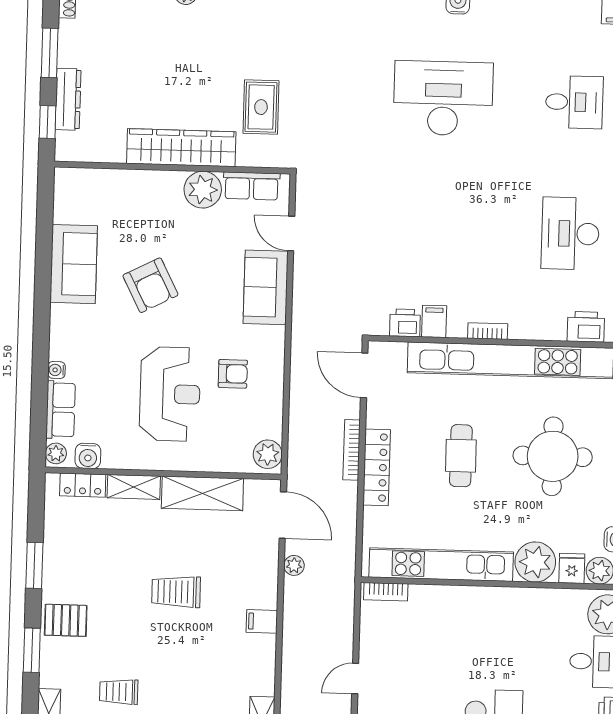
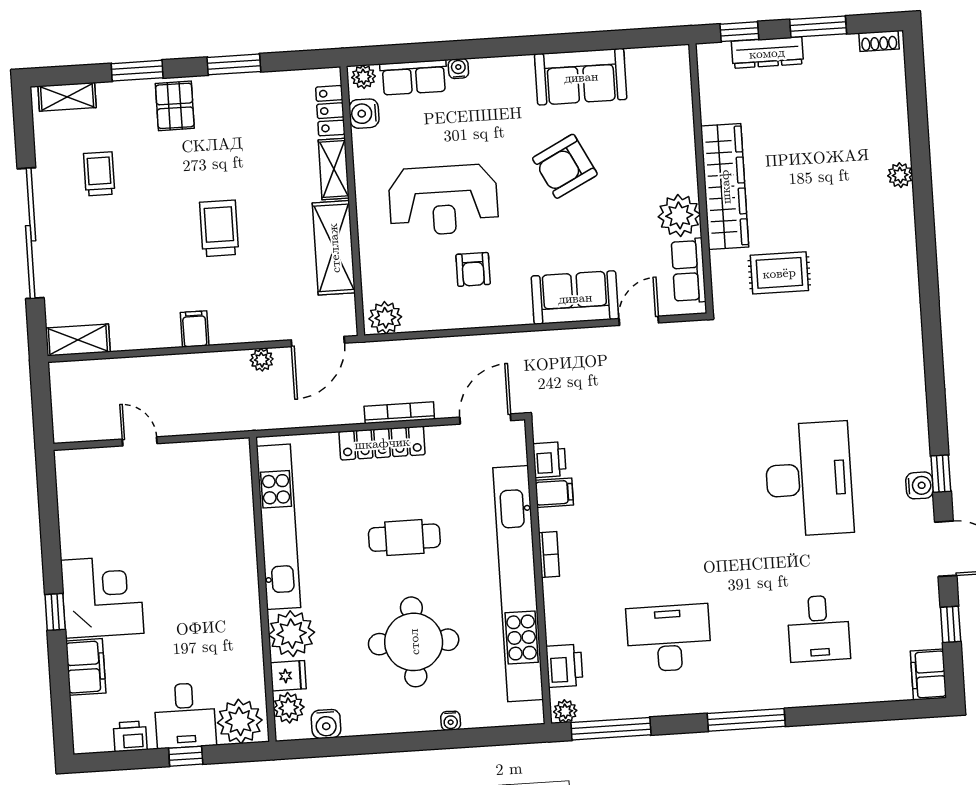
bookcase: (386, 592) -> (242, 467), removed

